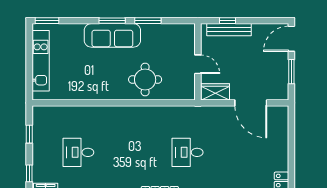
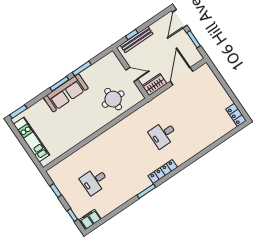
round table: (145, 80) -> (113, 99), moved
door: (251, 103) -> (182, 76), swing flipped

